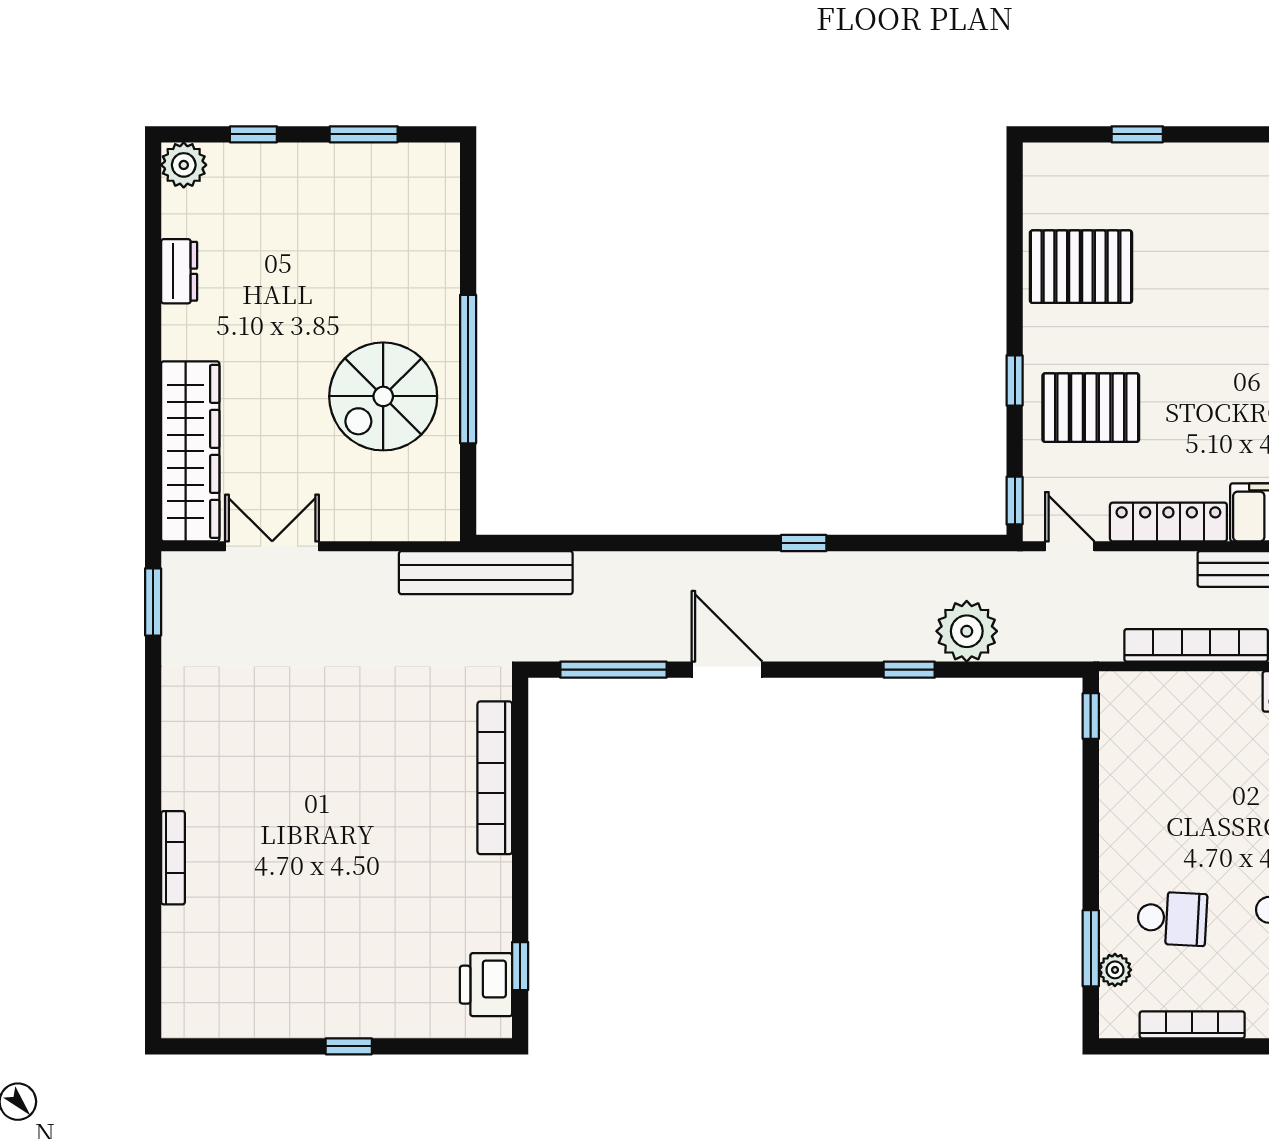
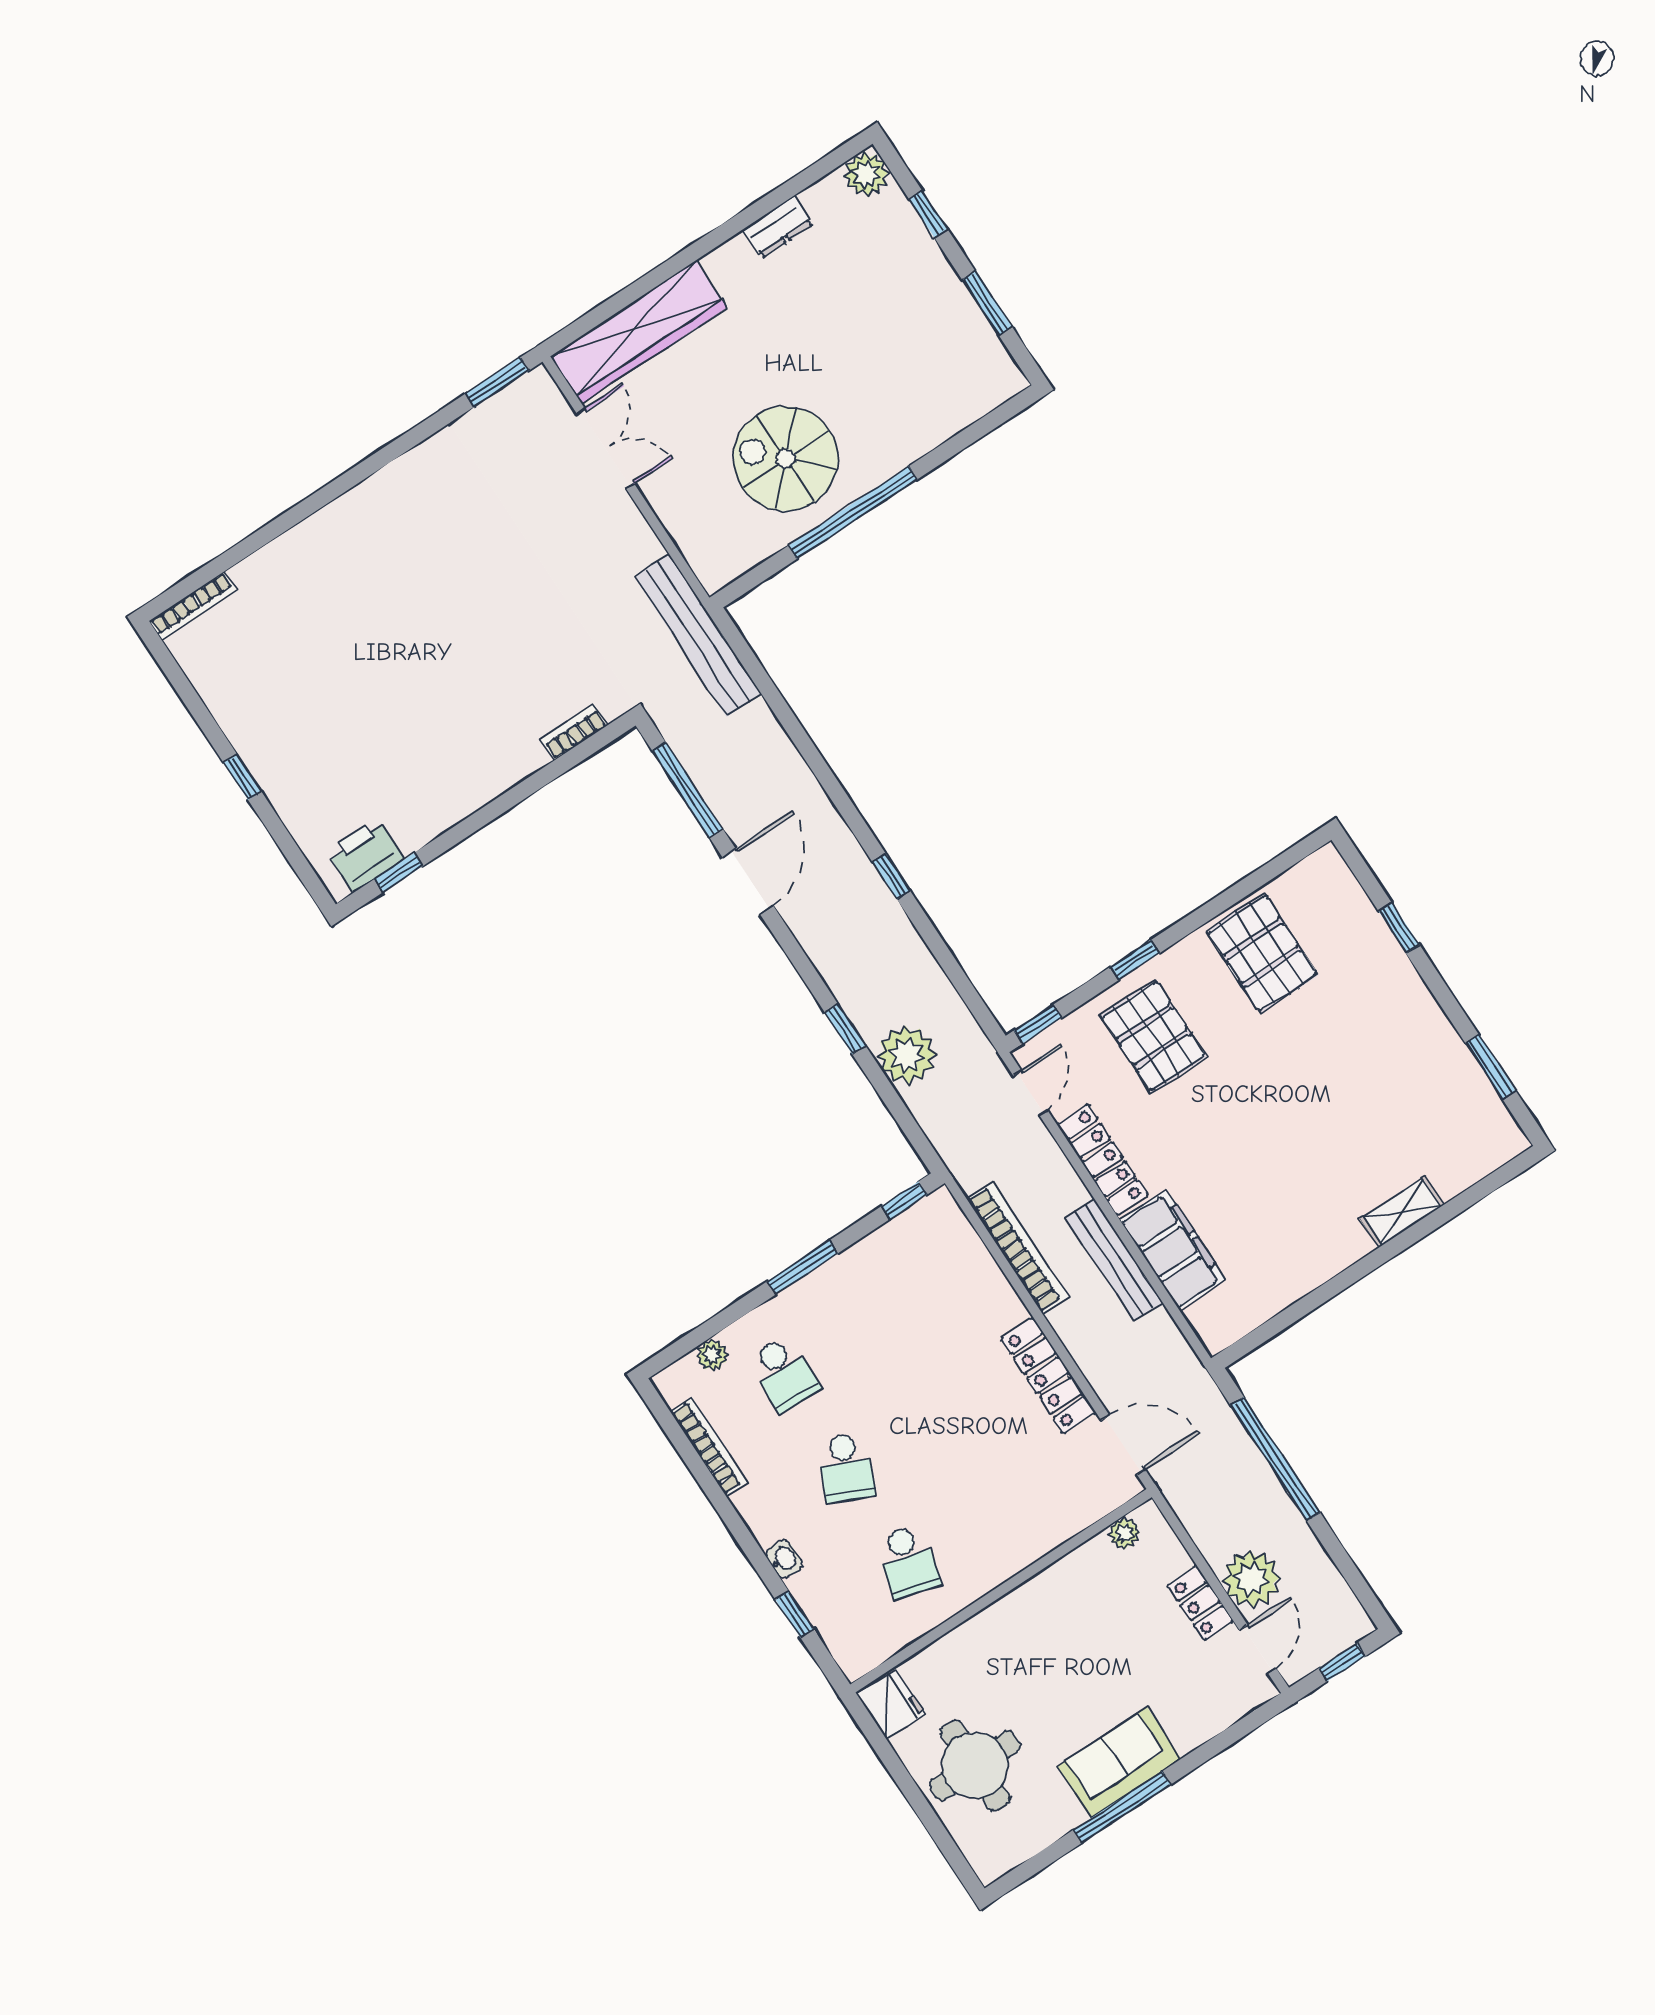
bookcase: (495, 778) -> (574, 732), width x0.43, depth x0.76
bookcase: (173, 858) -> (193, 606), moved
window: (1091, 948) -> (803, 1267), moved

